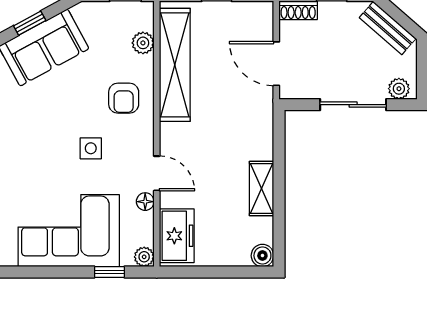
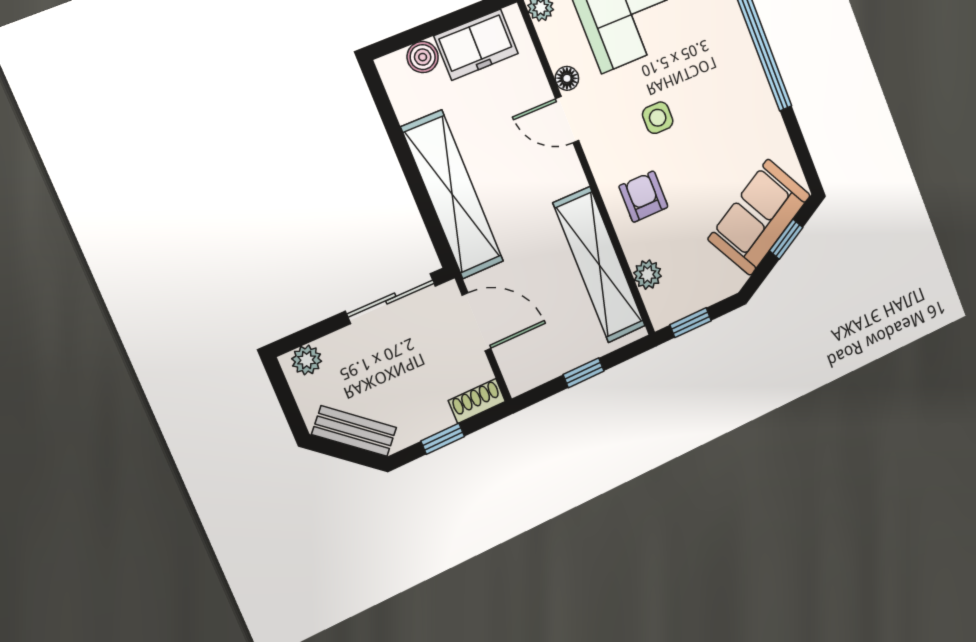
sliding door: (353, 105) -> (391, 299), moved
shelving: (261, 188) -> (452, 194), width x2.20, depth x1.33
freezer: (177, 236) -> (476, 45), moved, turned -90
boiler: (262, 256) -> (423, 57), moved

